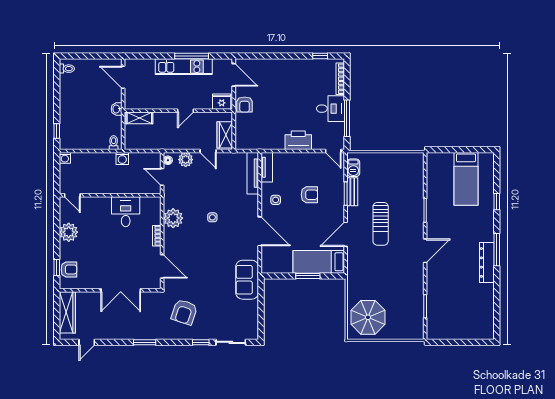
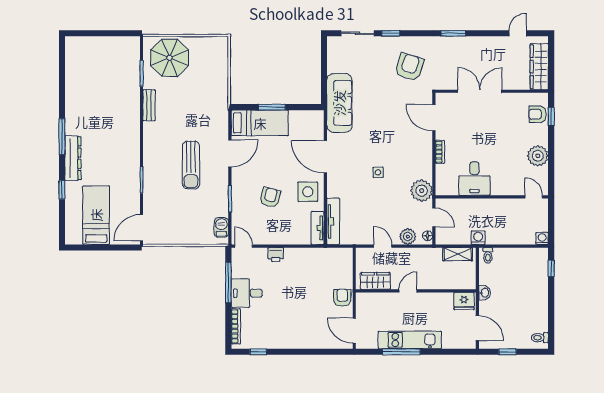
window: (96, 56) -> (507, 352), added
fridge: (222, 102) -> (464, 301), moved
shelving: (139, 118) -> (458, 254), moved
wardrobe: (225, 135) -> (375, 281), moved, turned -90
printer: (298, 140) -> (276, 255), width x0.53, depth x0.68
bench: (352, 192) -> (149, 105), moved
armchair: (309, 195) -> (270, 197), turned 104
side table: (276, 200) -> (308, 192), width x1.87, depth x1.87
plant: (173, 218) -> (422, 191), moved
sun lounger: (381, 224) -> (191, 165), turned 180
door: (425, 251) -> (142, 228), moved
dresser: (487, 262) -> (73, 158), moved
sofa: (247, 280) -> (339, 103), width x1.36
parasol: (368, 317) -> (170, 58), moved

